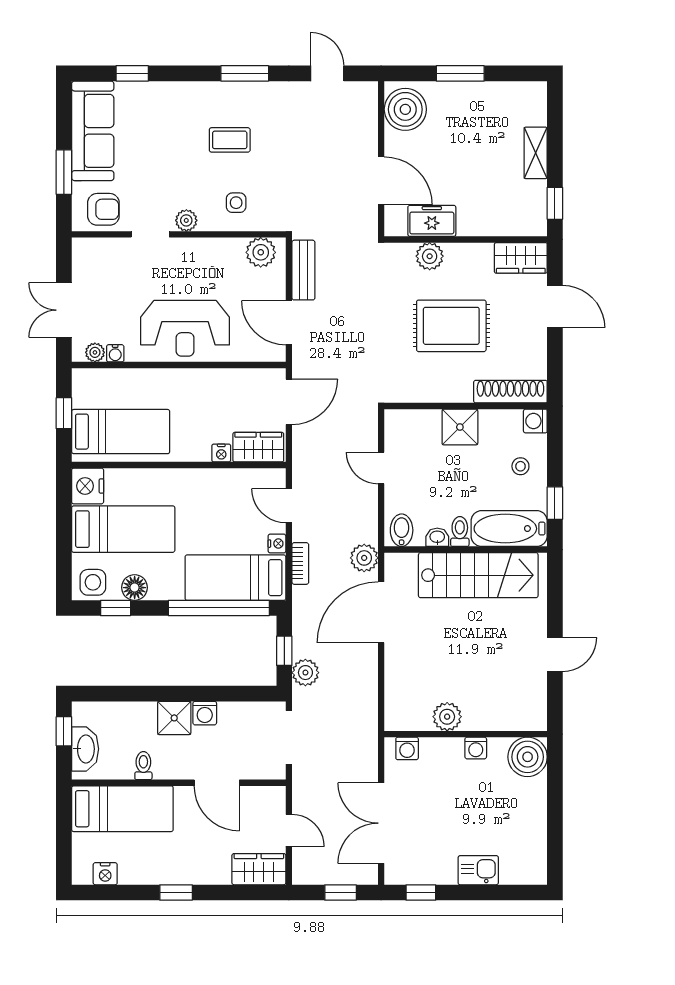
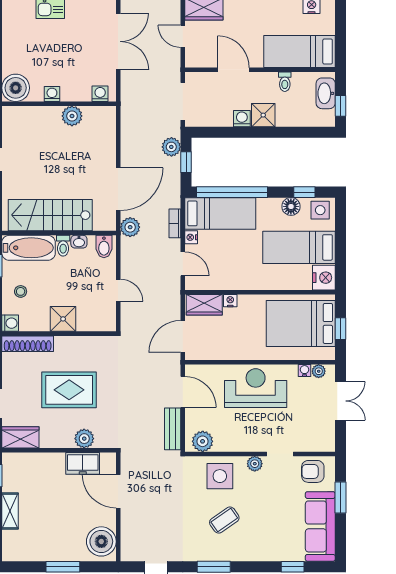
coffee table: (230, 140) -> (224, 520), turned -35
side table: (236, 203) -> (220, 476), width x1.87, depth x1.87
bed: (121, 432) -> (301, 323), width x1.50

